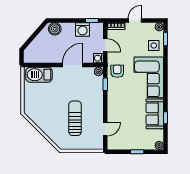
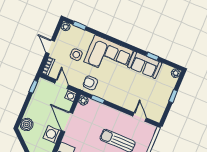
washing machine: (83, 29) -> (52, 134), moved, turned 180
door: (105, 45) -> (62, 84), hinge flipped
side table: (154, 45) -> (76, 55), moved

